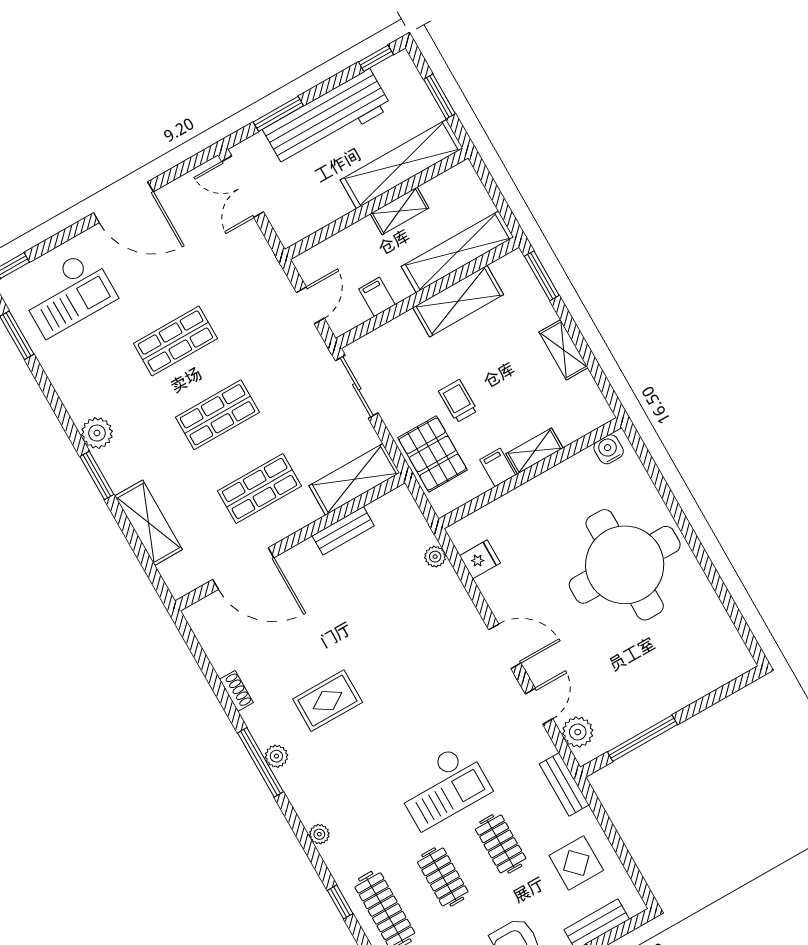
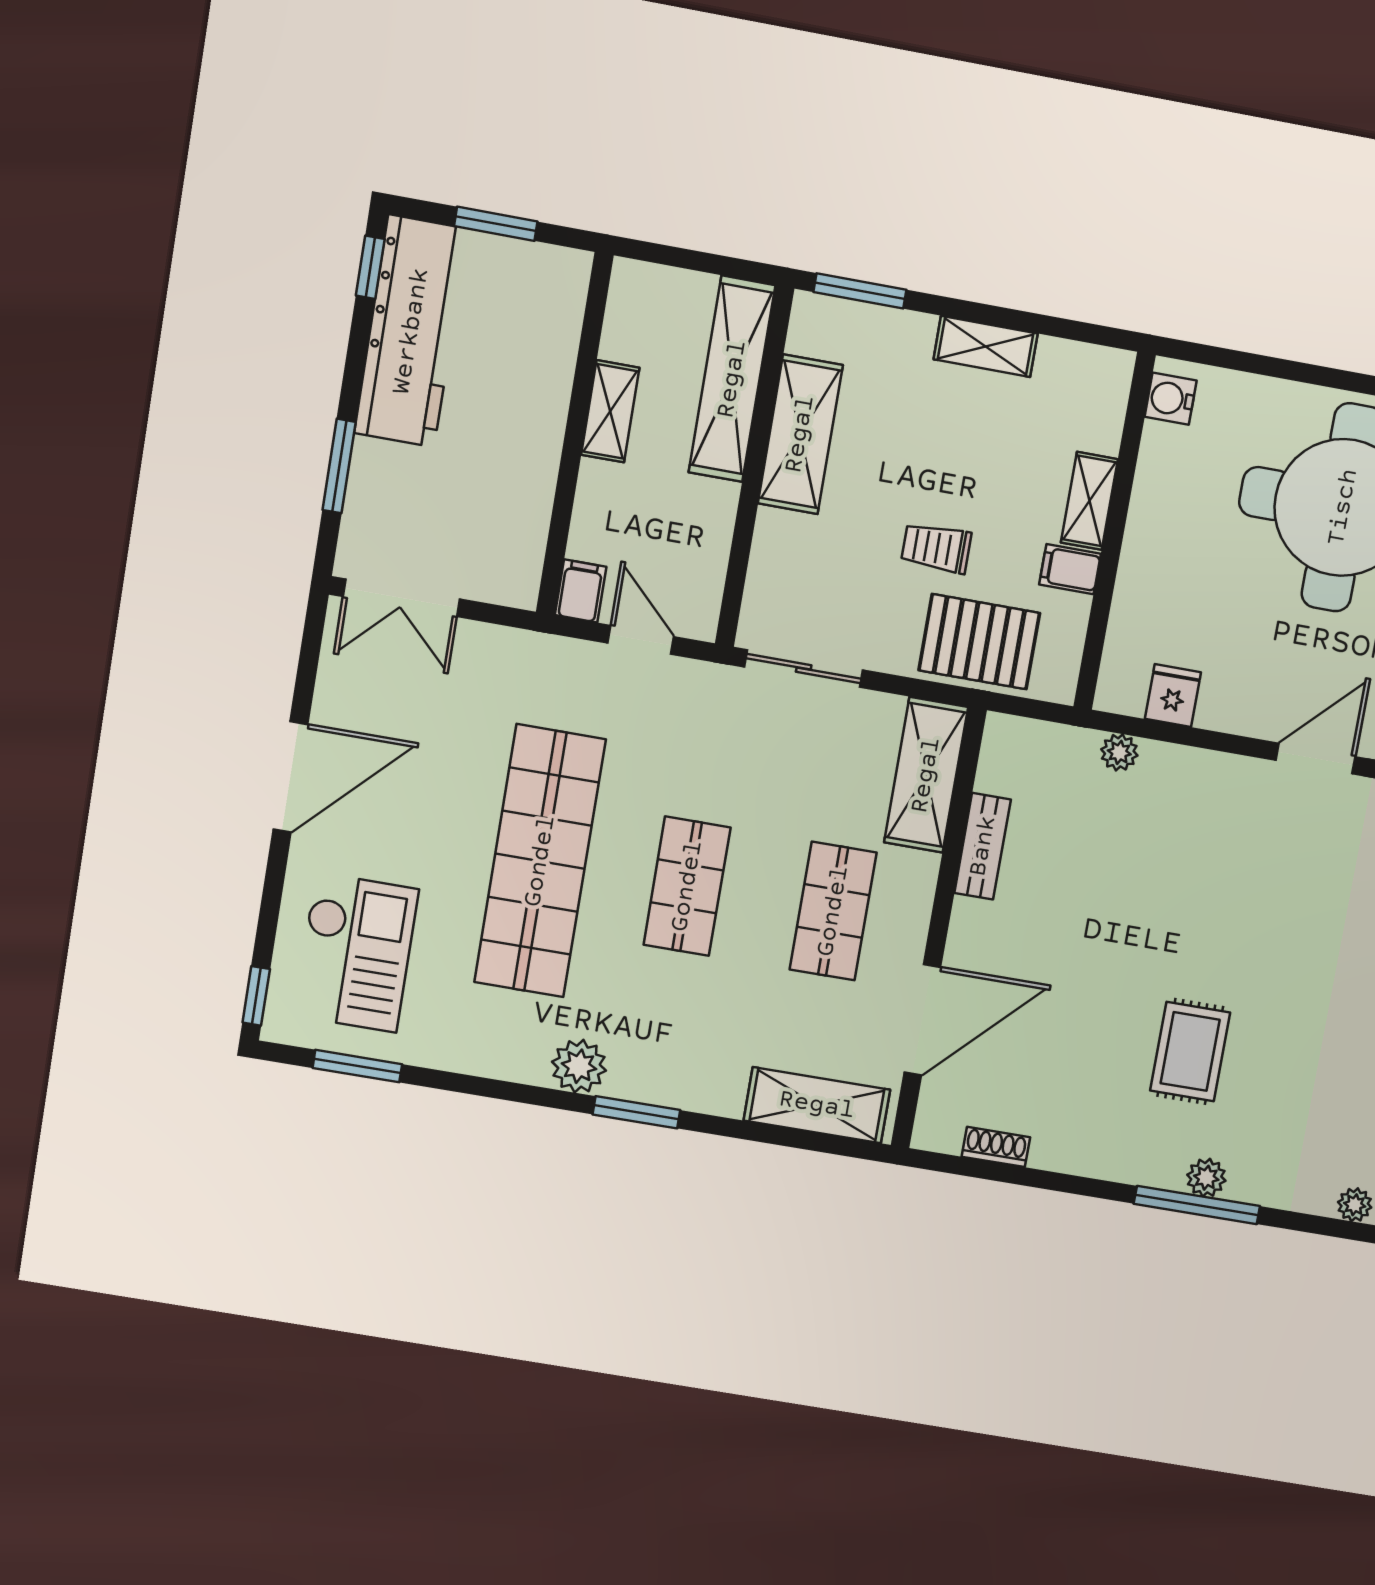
workbench: (327, 118) -> (411, 331), moved
shelving: (402, 164) -> (548, 355), removed
filing cabinet: (377, 297) -> (581, 591), moved, turned 90
shop shelf: (175, 341) -> (540, 861), width x2.00, depth x1.36
shelving: (149, 523) -> (817, 1105), moved
shoe rack: (236, 691) -> (996, 1147), moved

